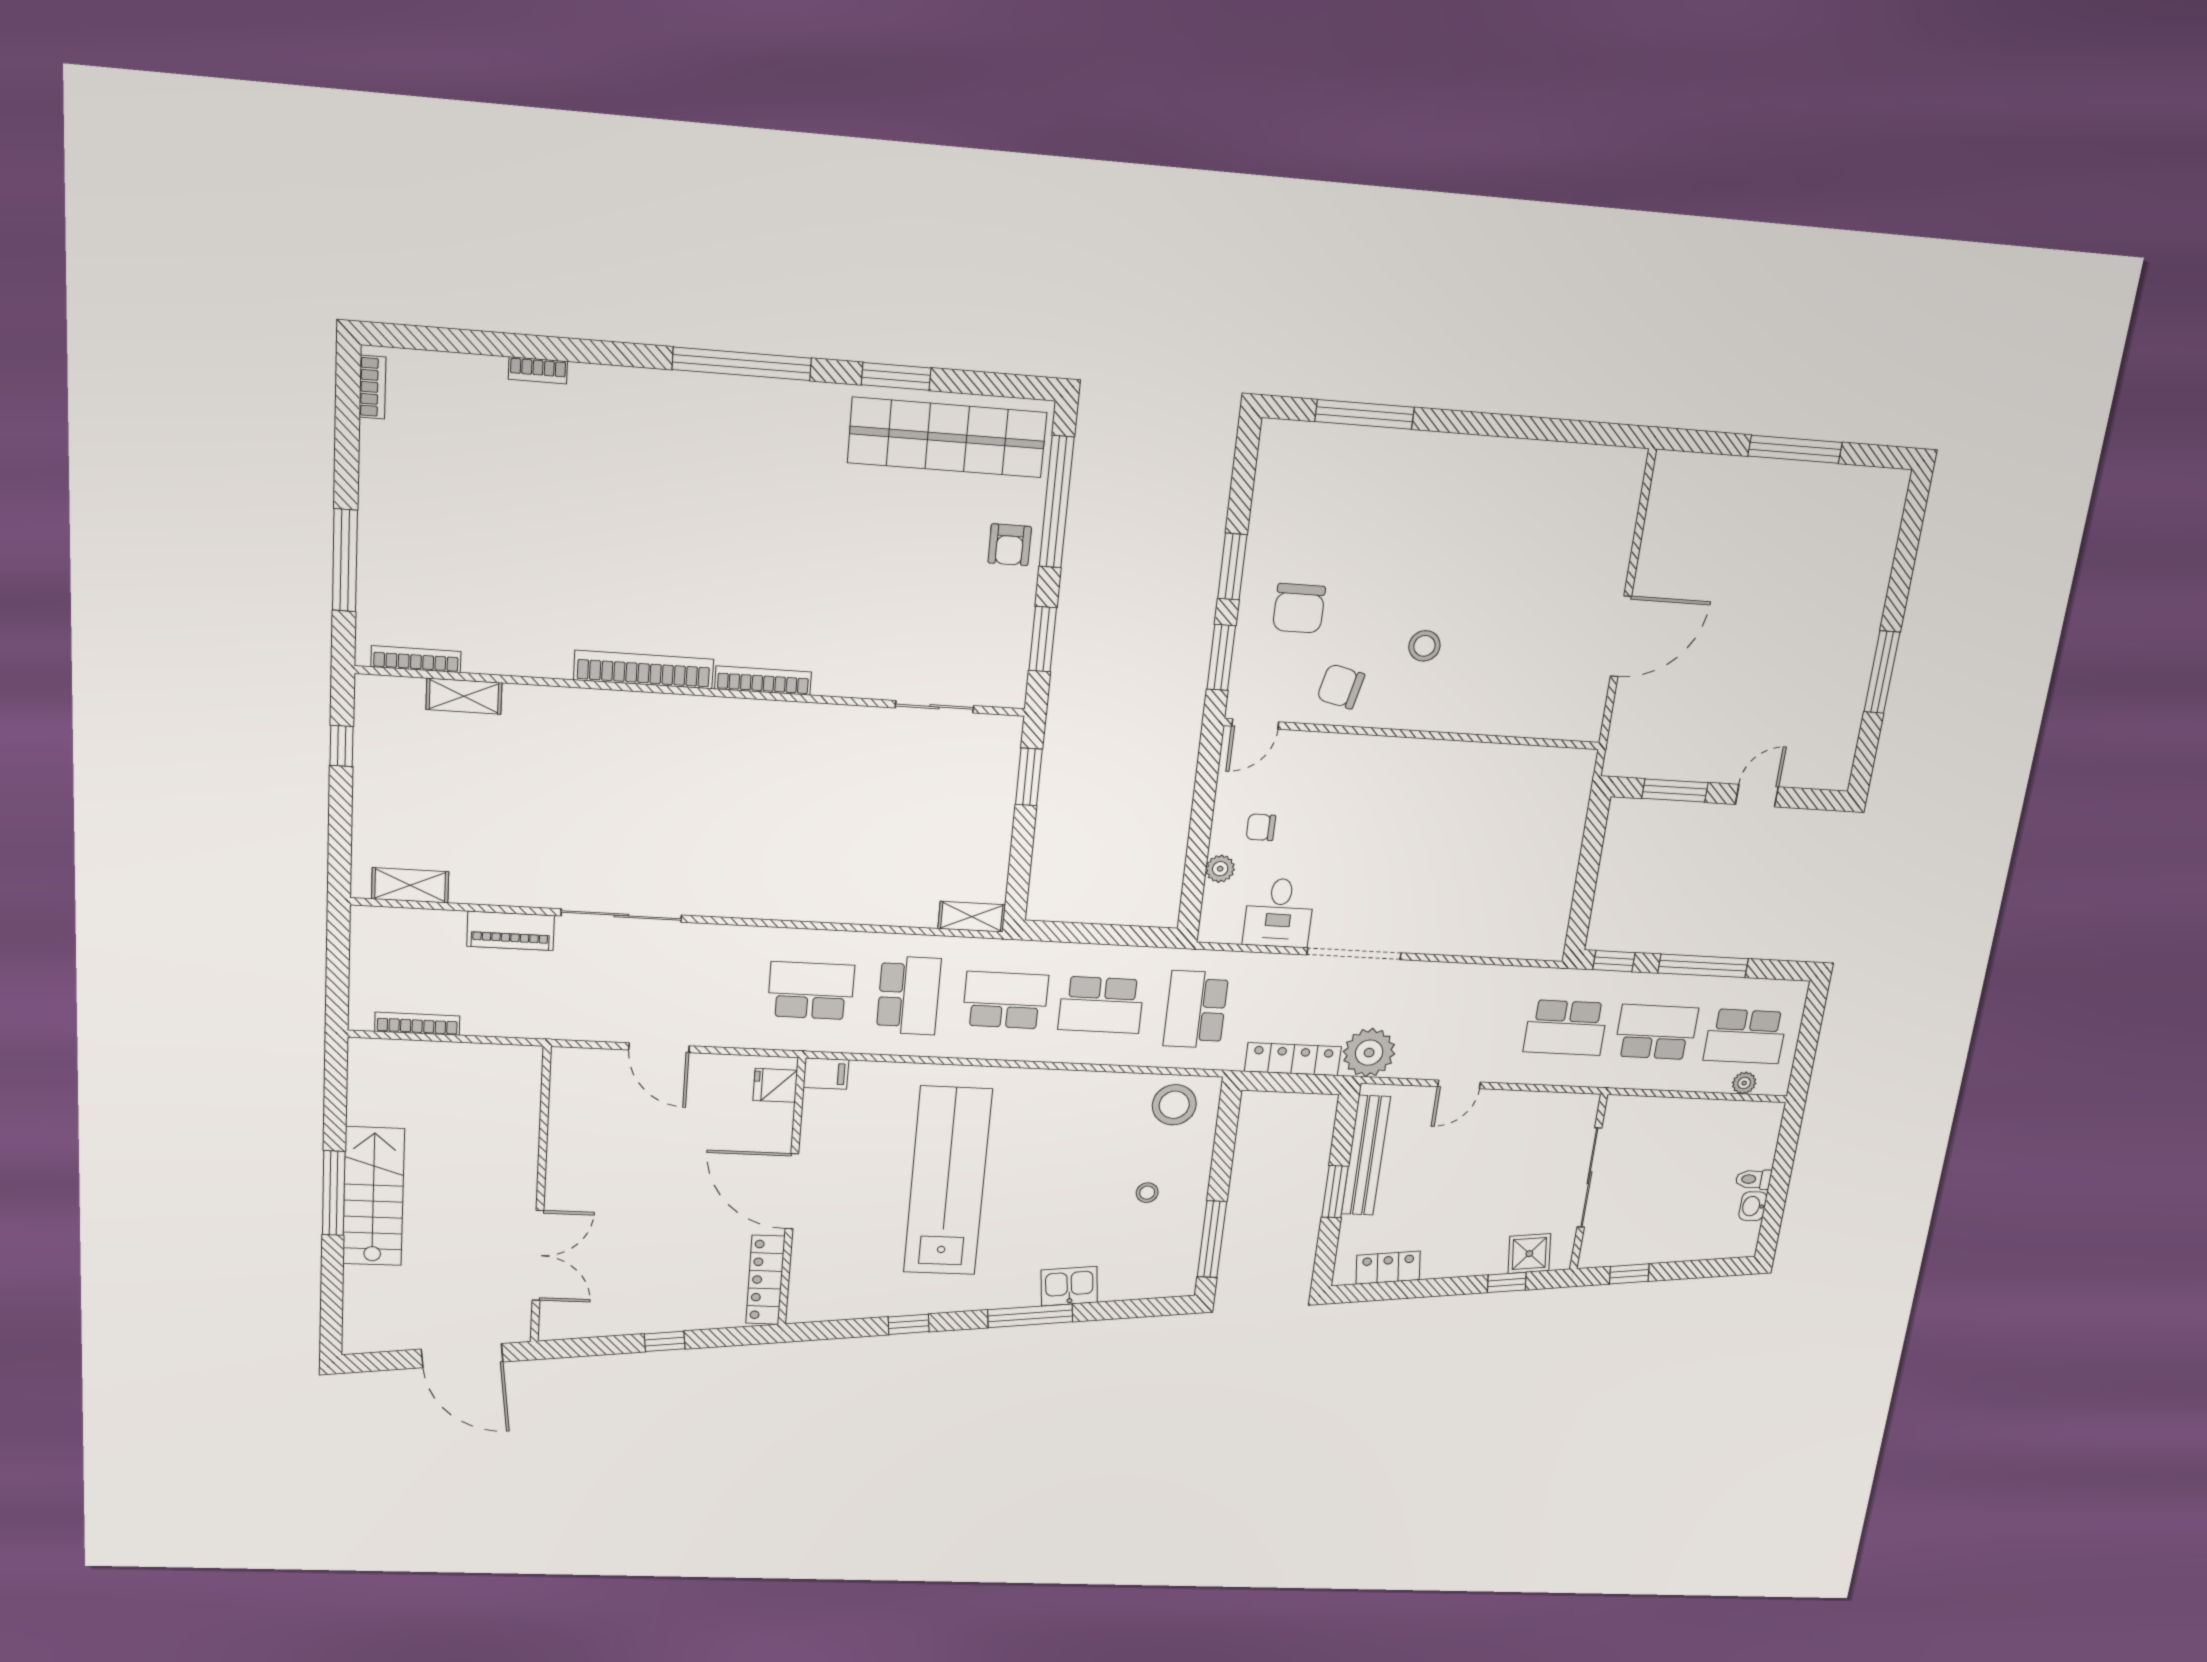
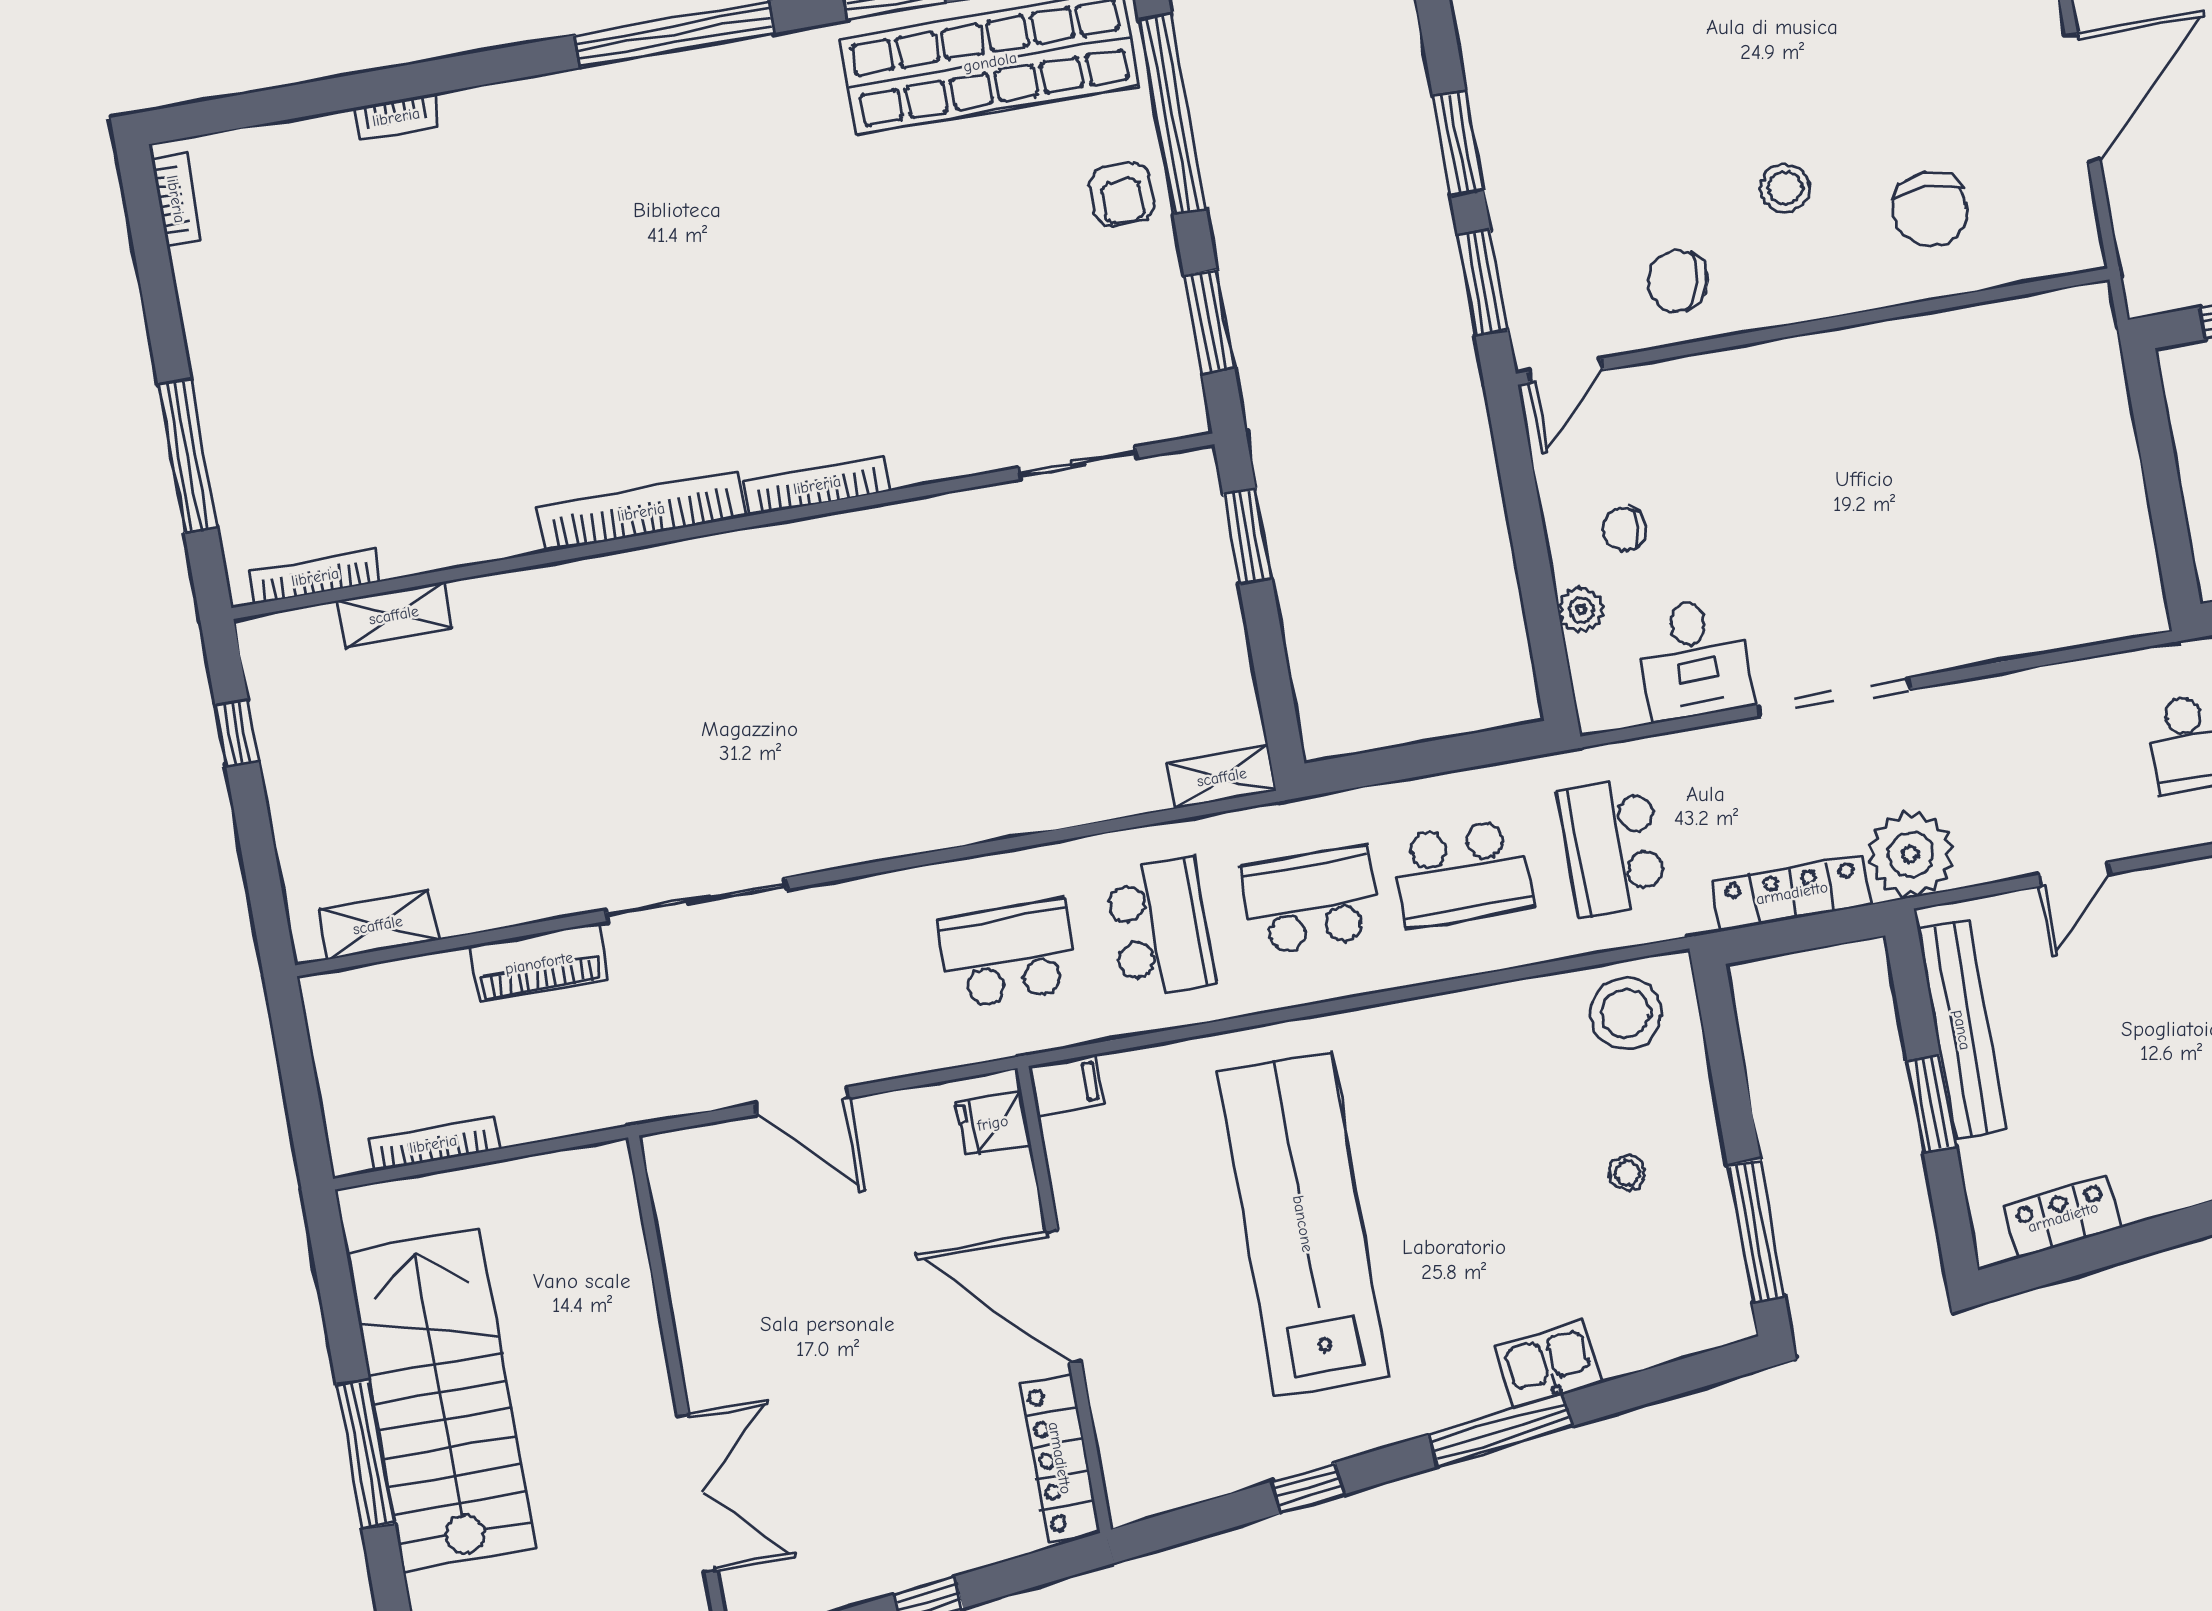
chair: (1299, 608) -> (1930, 210), moved
stairs: (373, 1196) -> (441, 1400), width x1.36, depth x1.51

